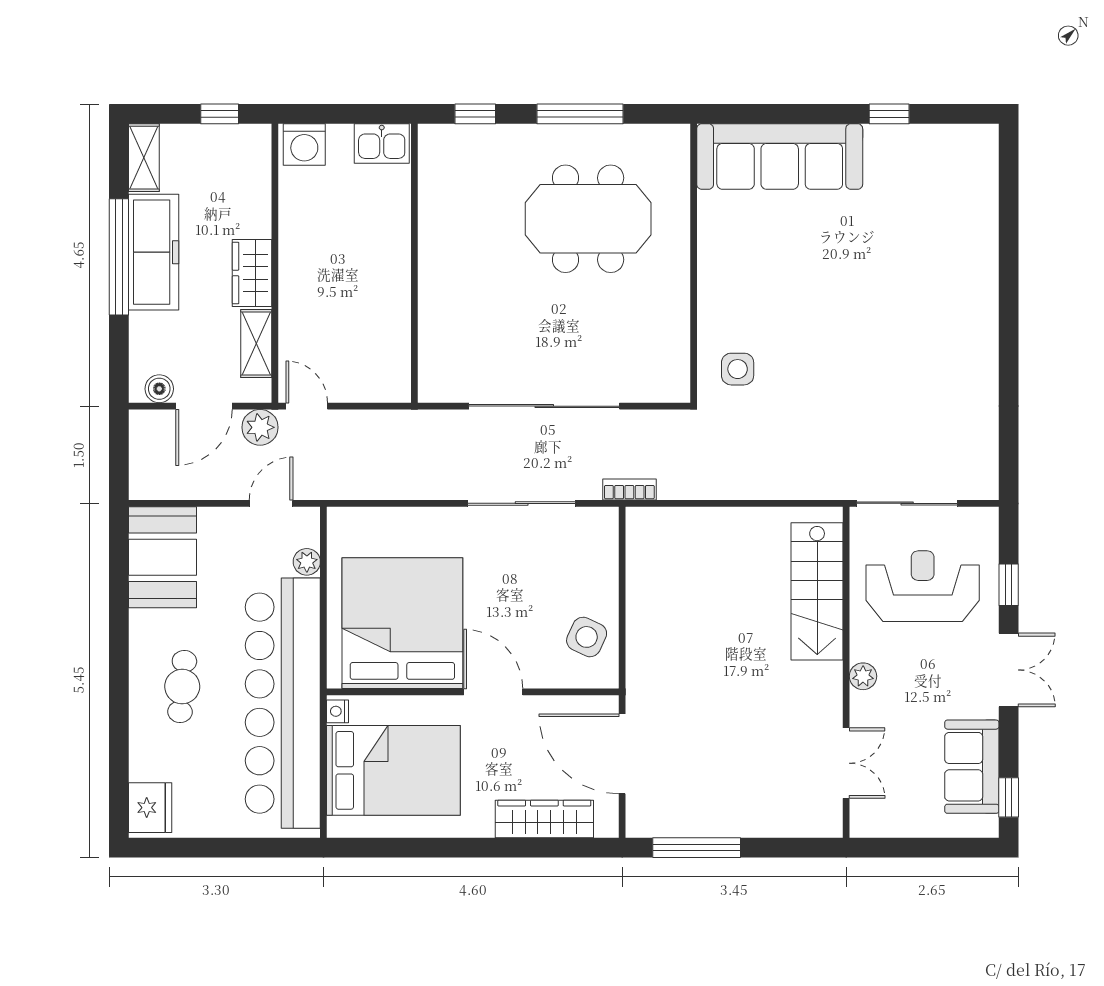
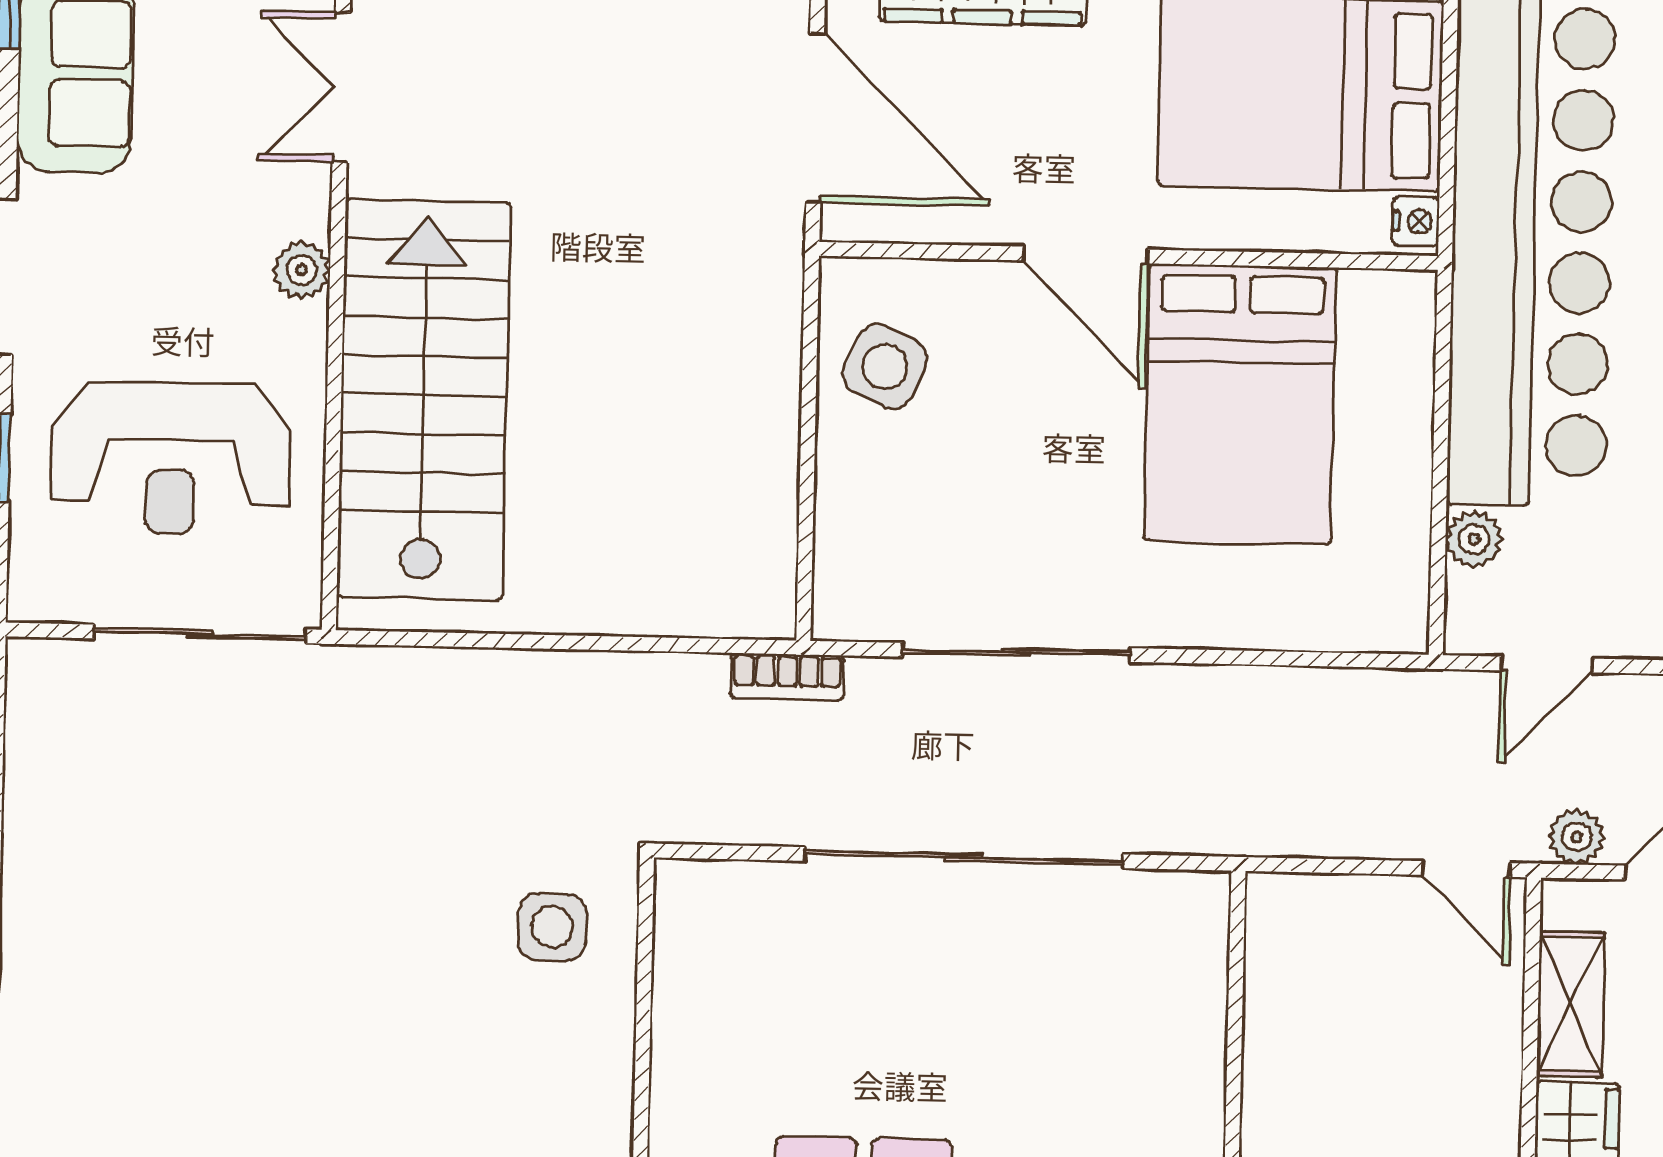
plant: (260, 427) -> (1577, 837), width x0.73, depth x0.73
stairs: (817, 591) -> (424, 400), width x1.36, depth x1.51
bed: (402, 623) -> (1240, 404), width x0.73

